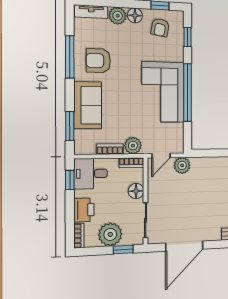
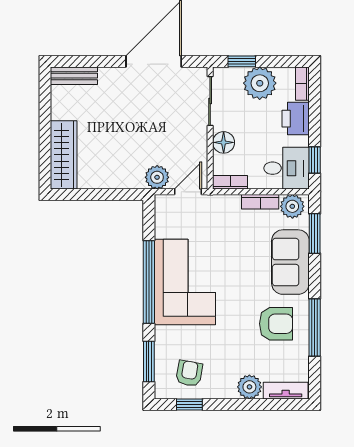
floor lamp: (135, 15) -> (225, 389), removed
window: (188, 37) -> (149, 361), width x1.50
plant: (133, 146) -> (292, 206), moved

